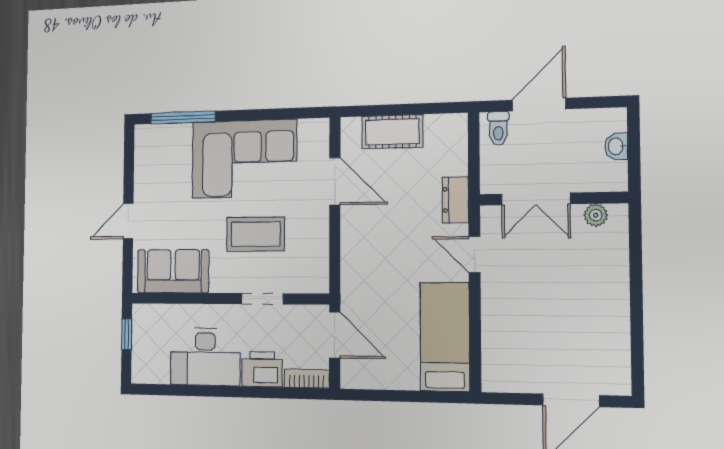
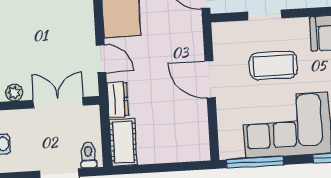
window: (286, 114) -> (255, 162), added
cot: (392, 132) -> (123, 142), moved, turned 90
door: (335, 181) -> (210, 79), moved

